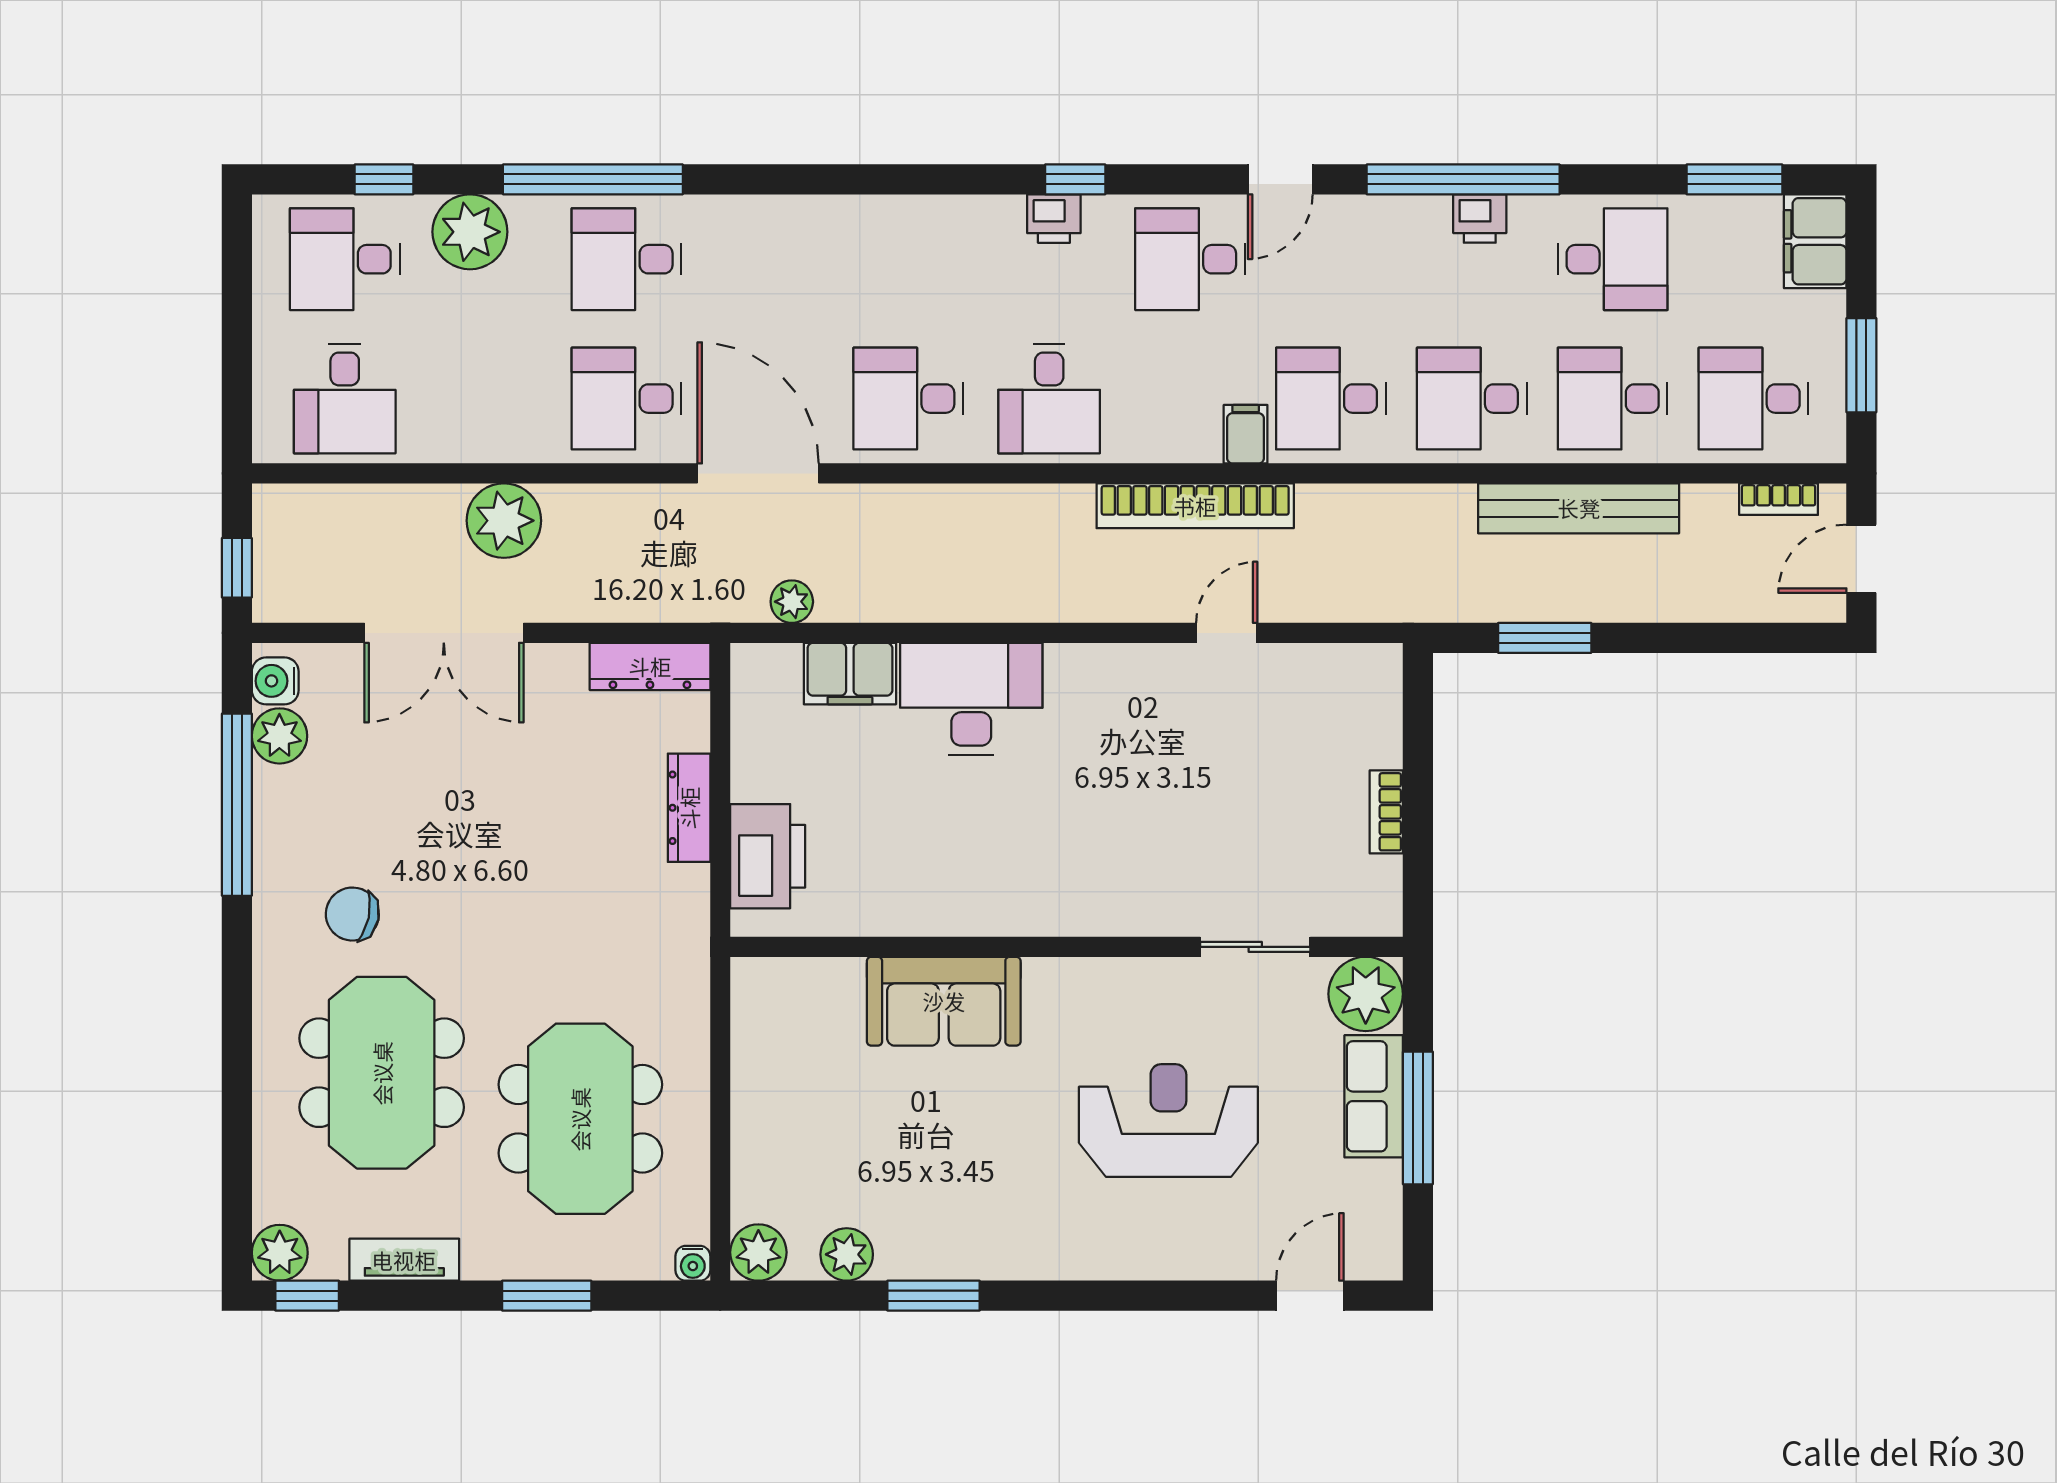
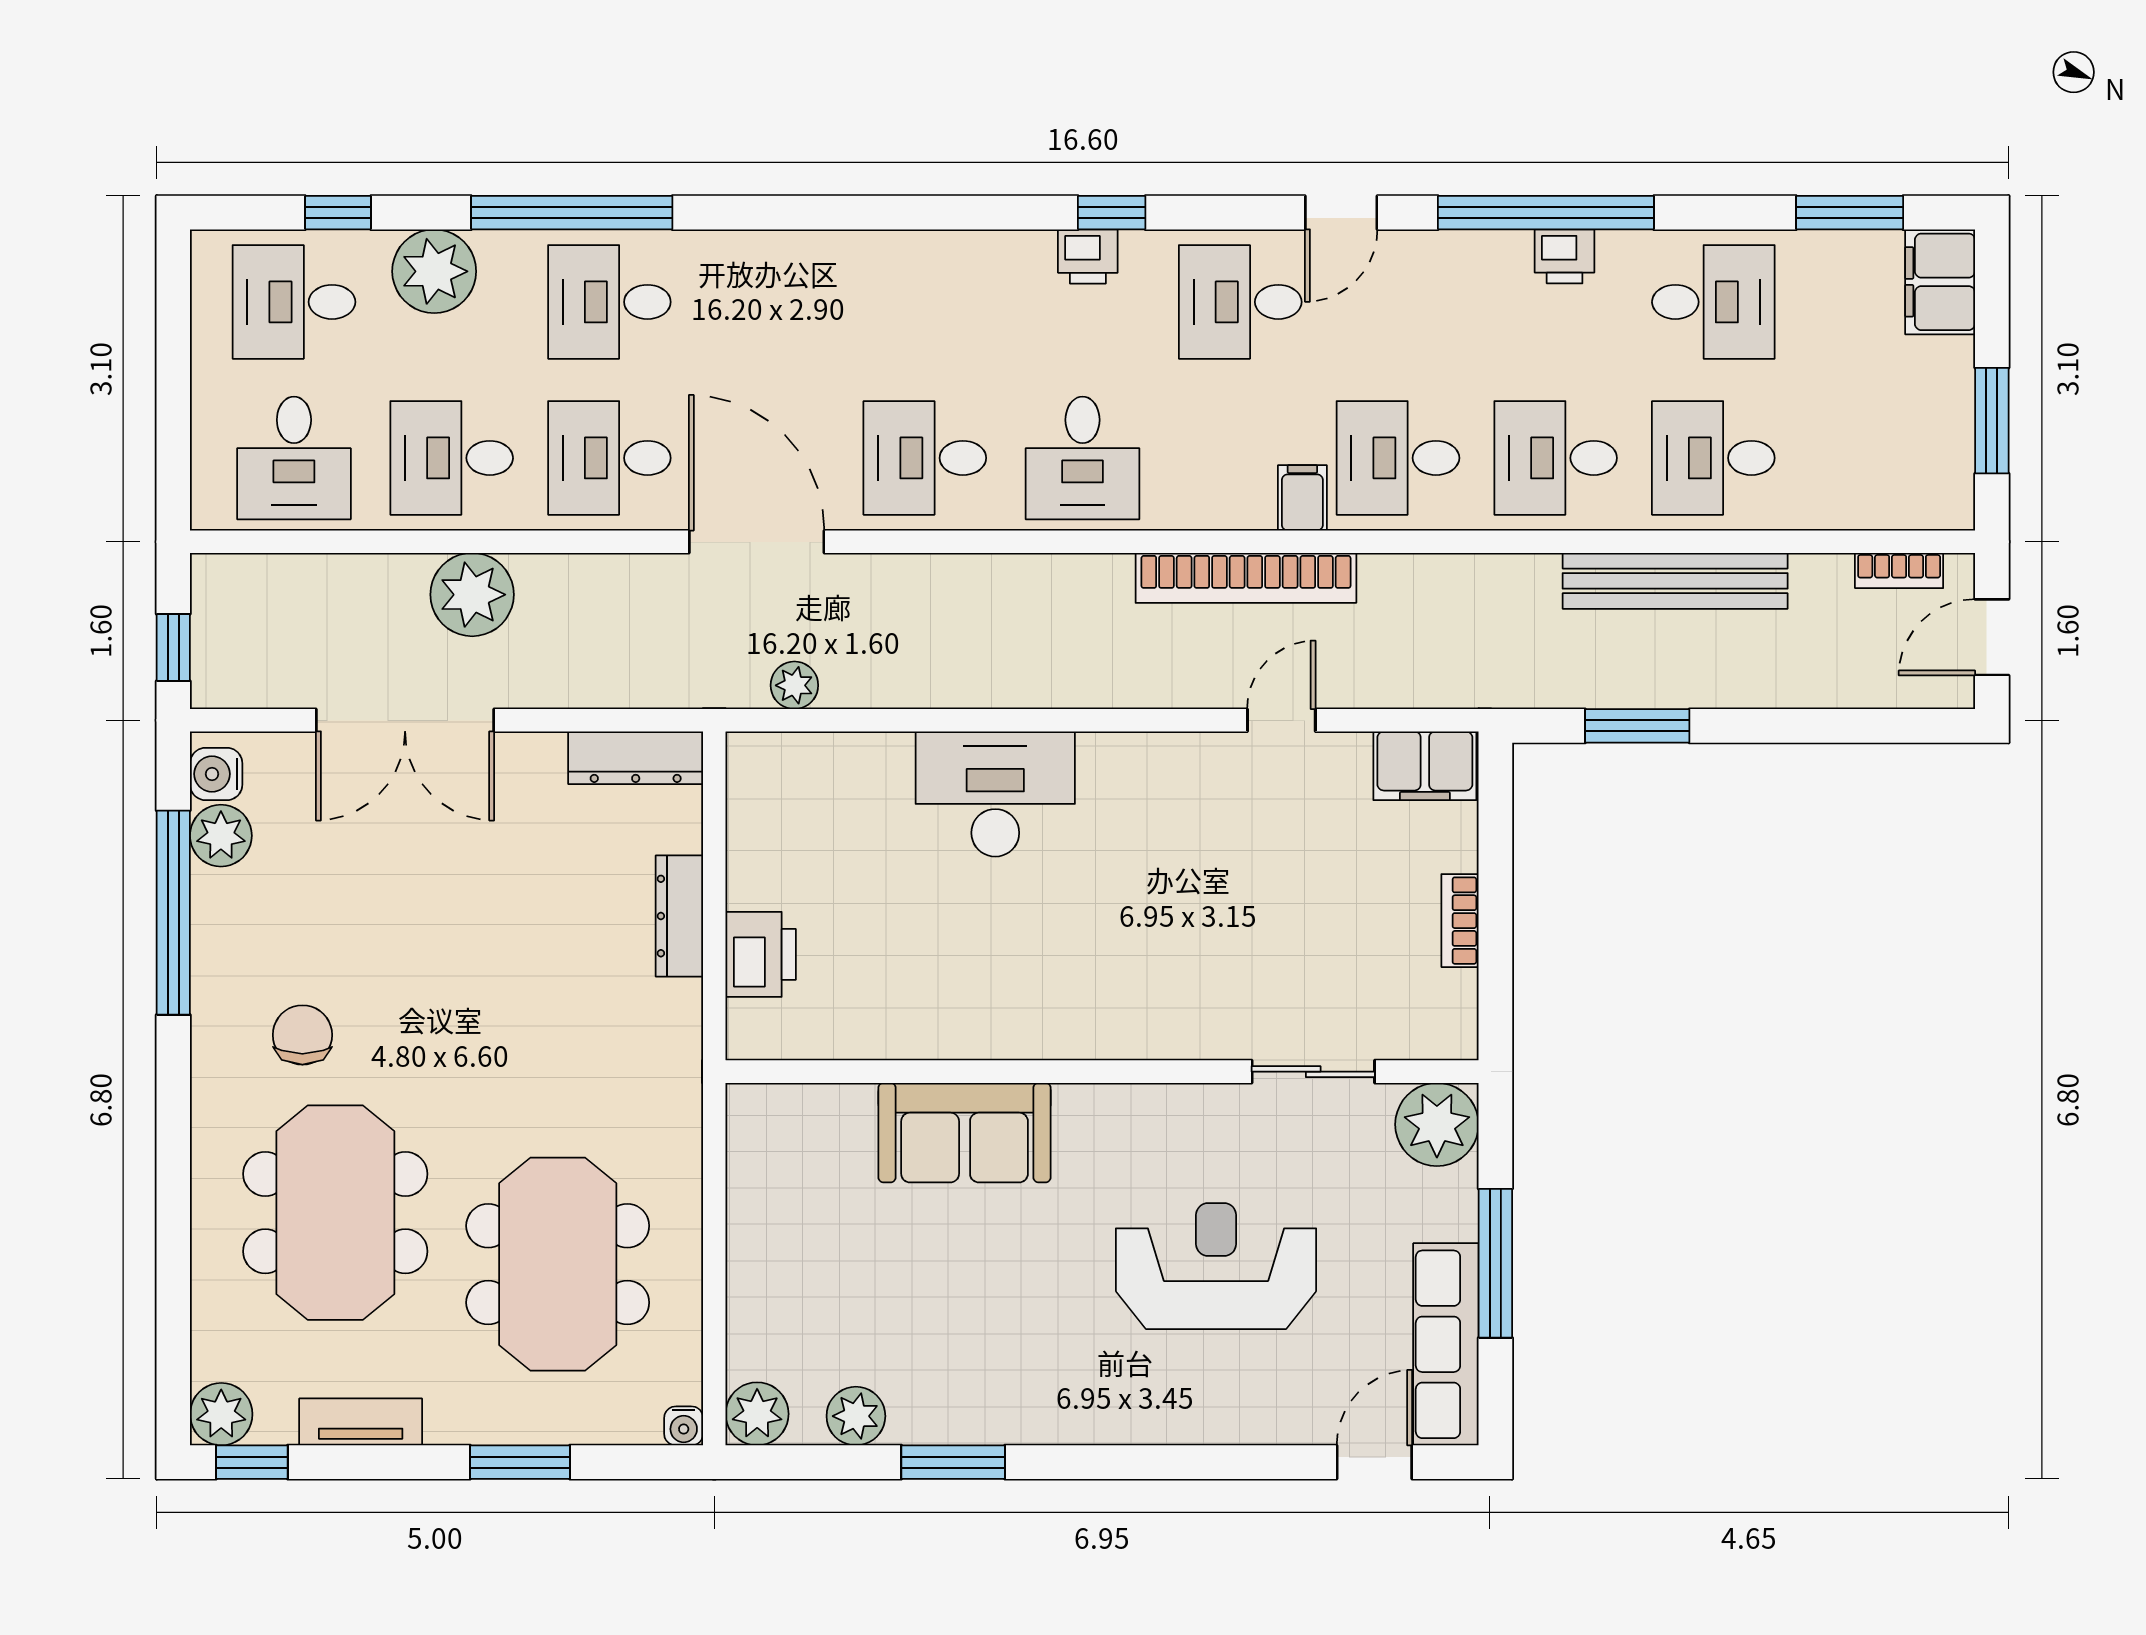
desk: (1754, 399) -> (452, 458), moved
filing cabinet: (850, 674) -> (1425, 766), moved
printer: (768, 856) -> (761, 954), width x0.73, depth x0.84
chair: (352, 914) -> (302, 1035), turned 78
row of seats: (1374, 1096) -> (1446, 1344), moved, width x1.48

